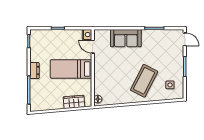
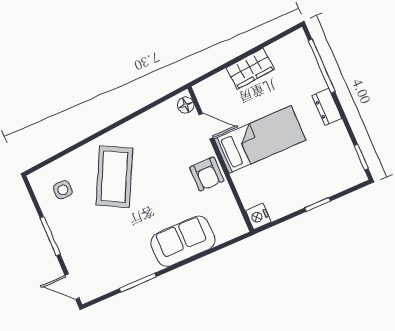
door: (93, 47) -> (206, 126), moved
armchair: (102, 64) -> (207, 174), added
wardrobe: (74, 102) -> (250, 69), moved

